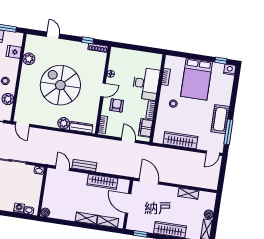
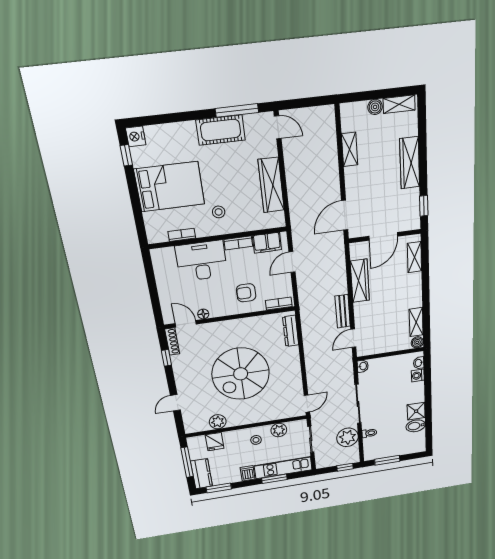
door: (103, 90) -> (186, 324), moved
plant: (64, 123) -> (291, 355), removed
shelving: (86, 218) -> (416, 322), moved

